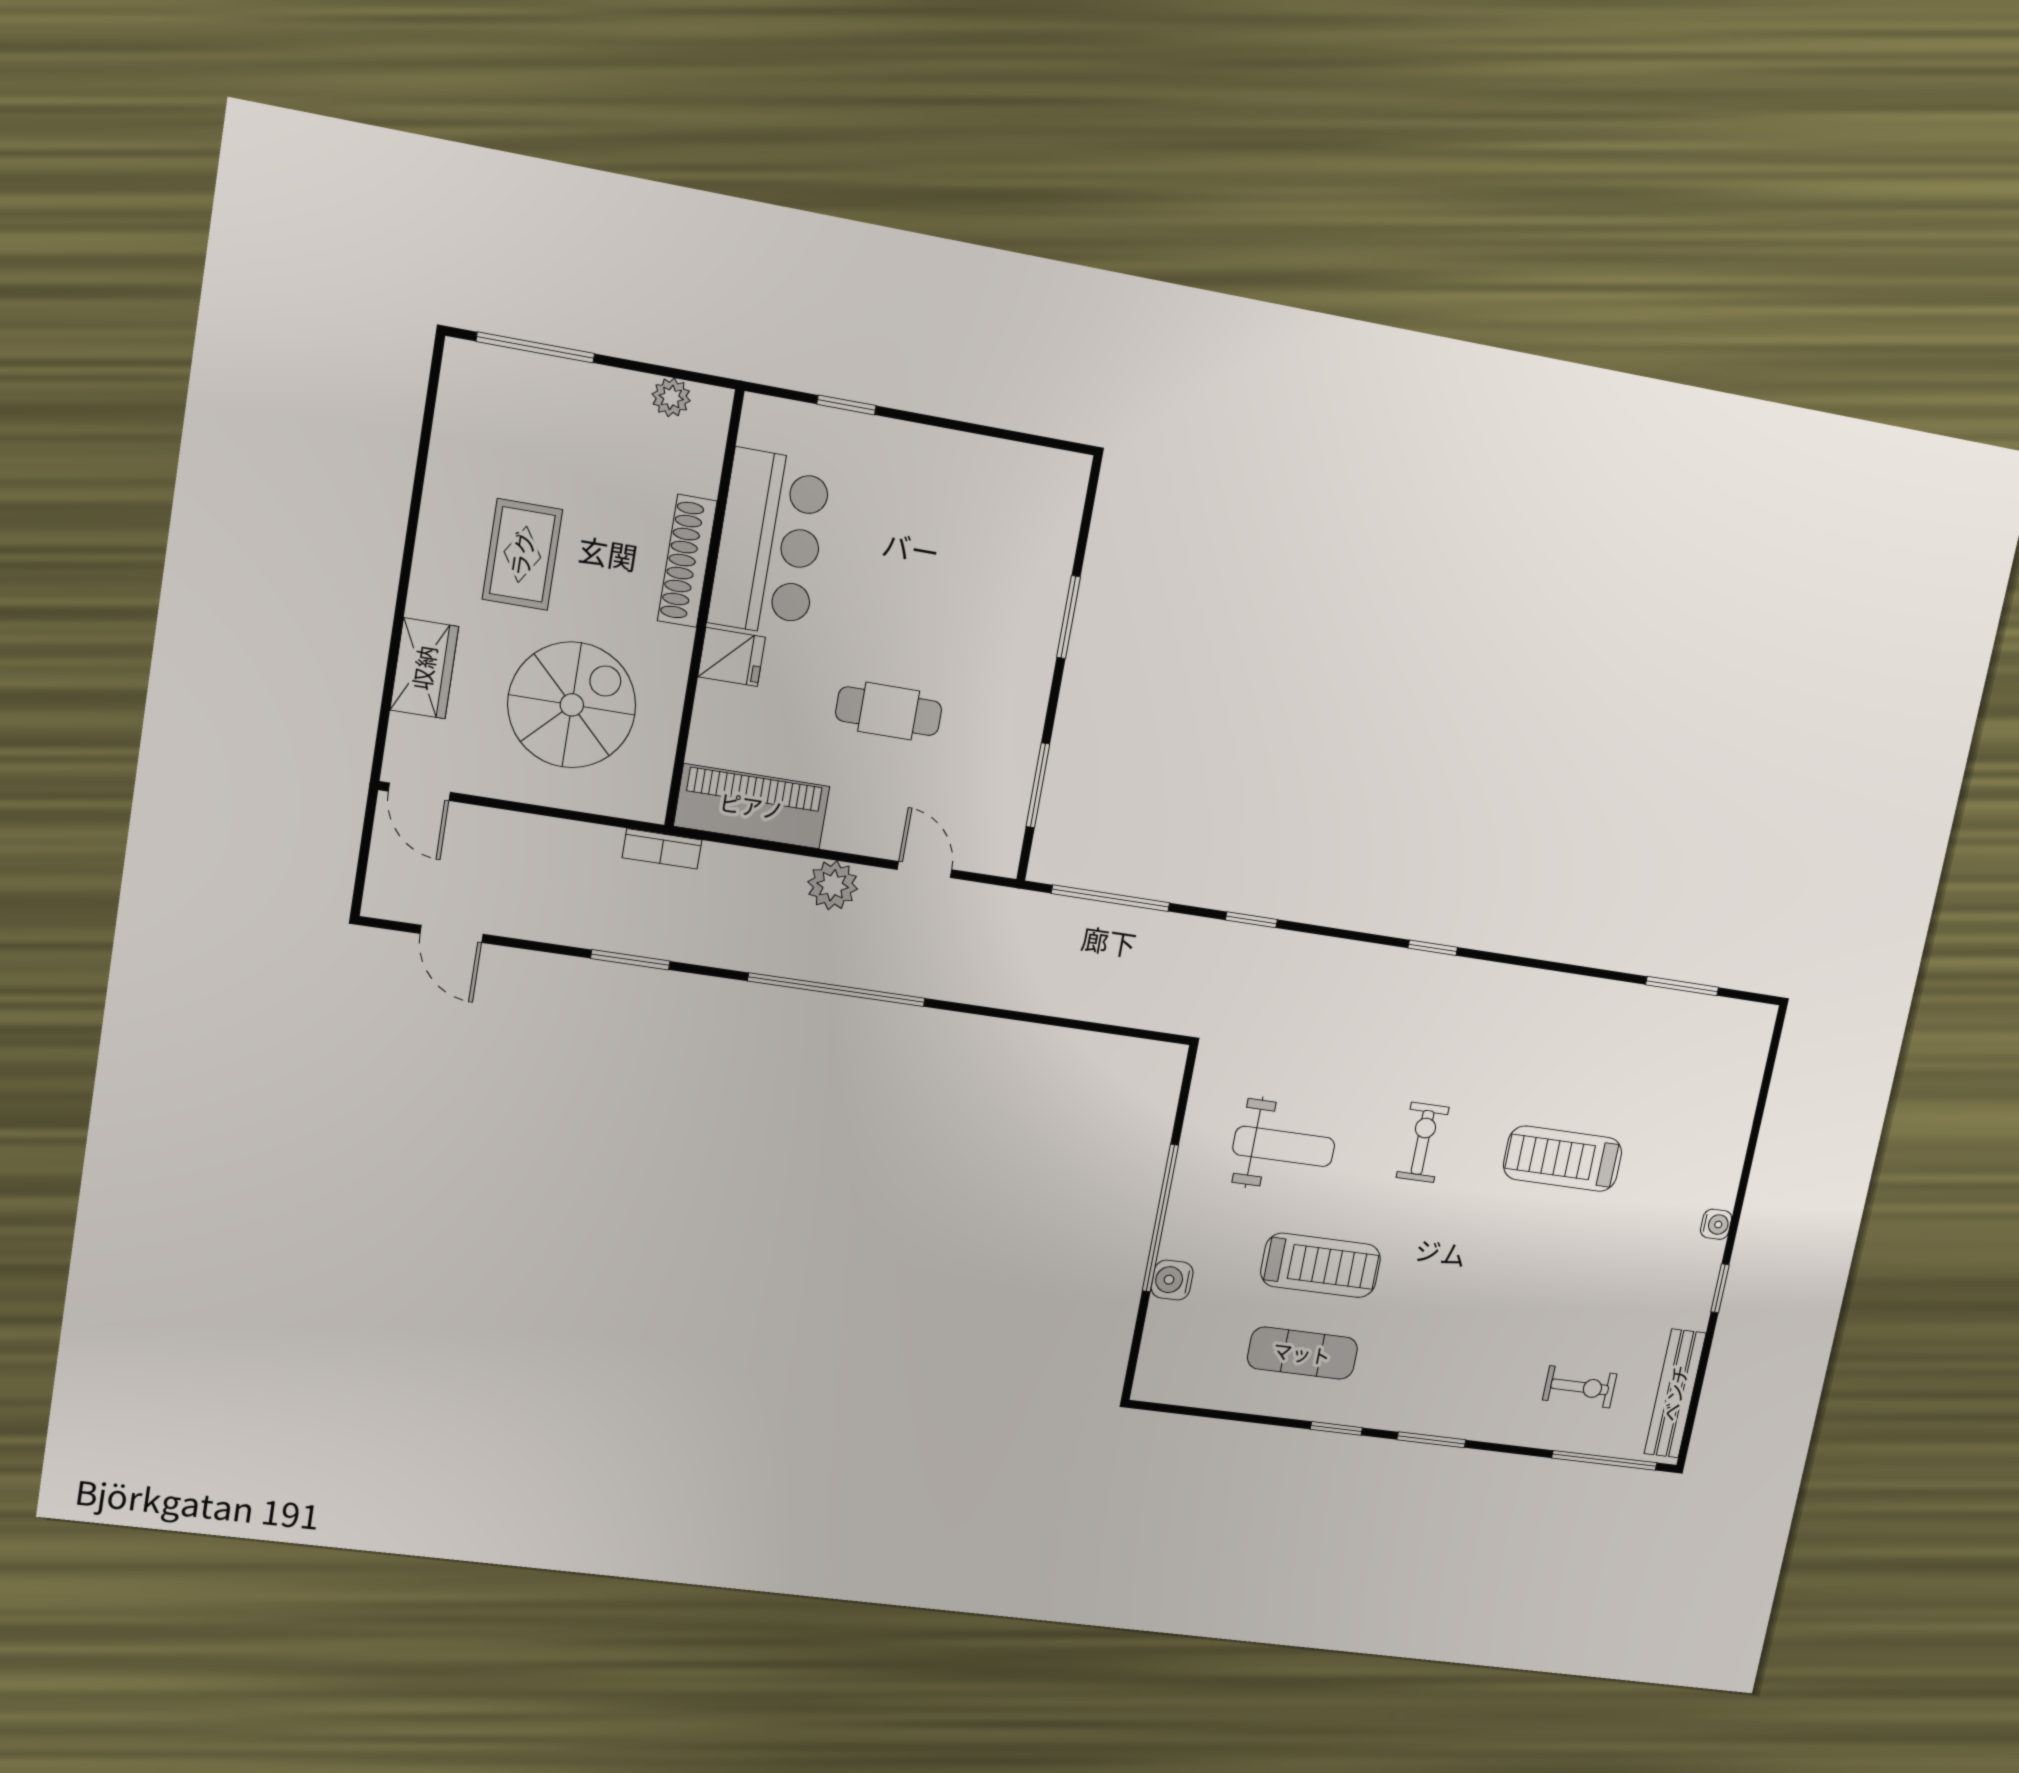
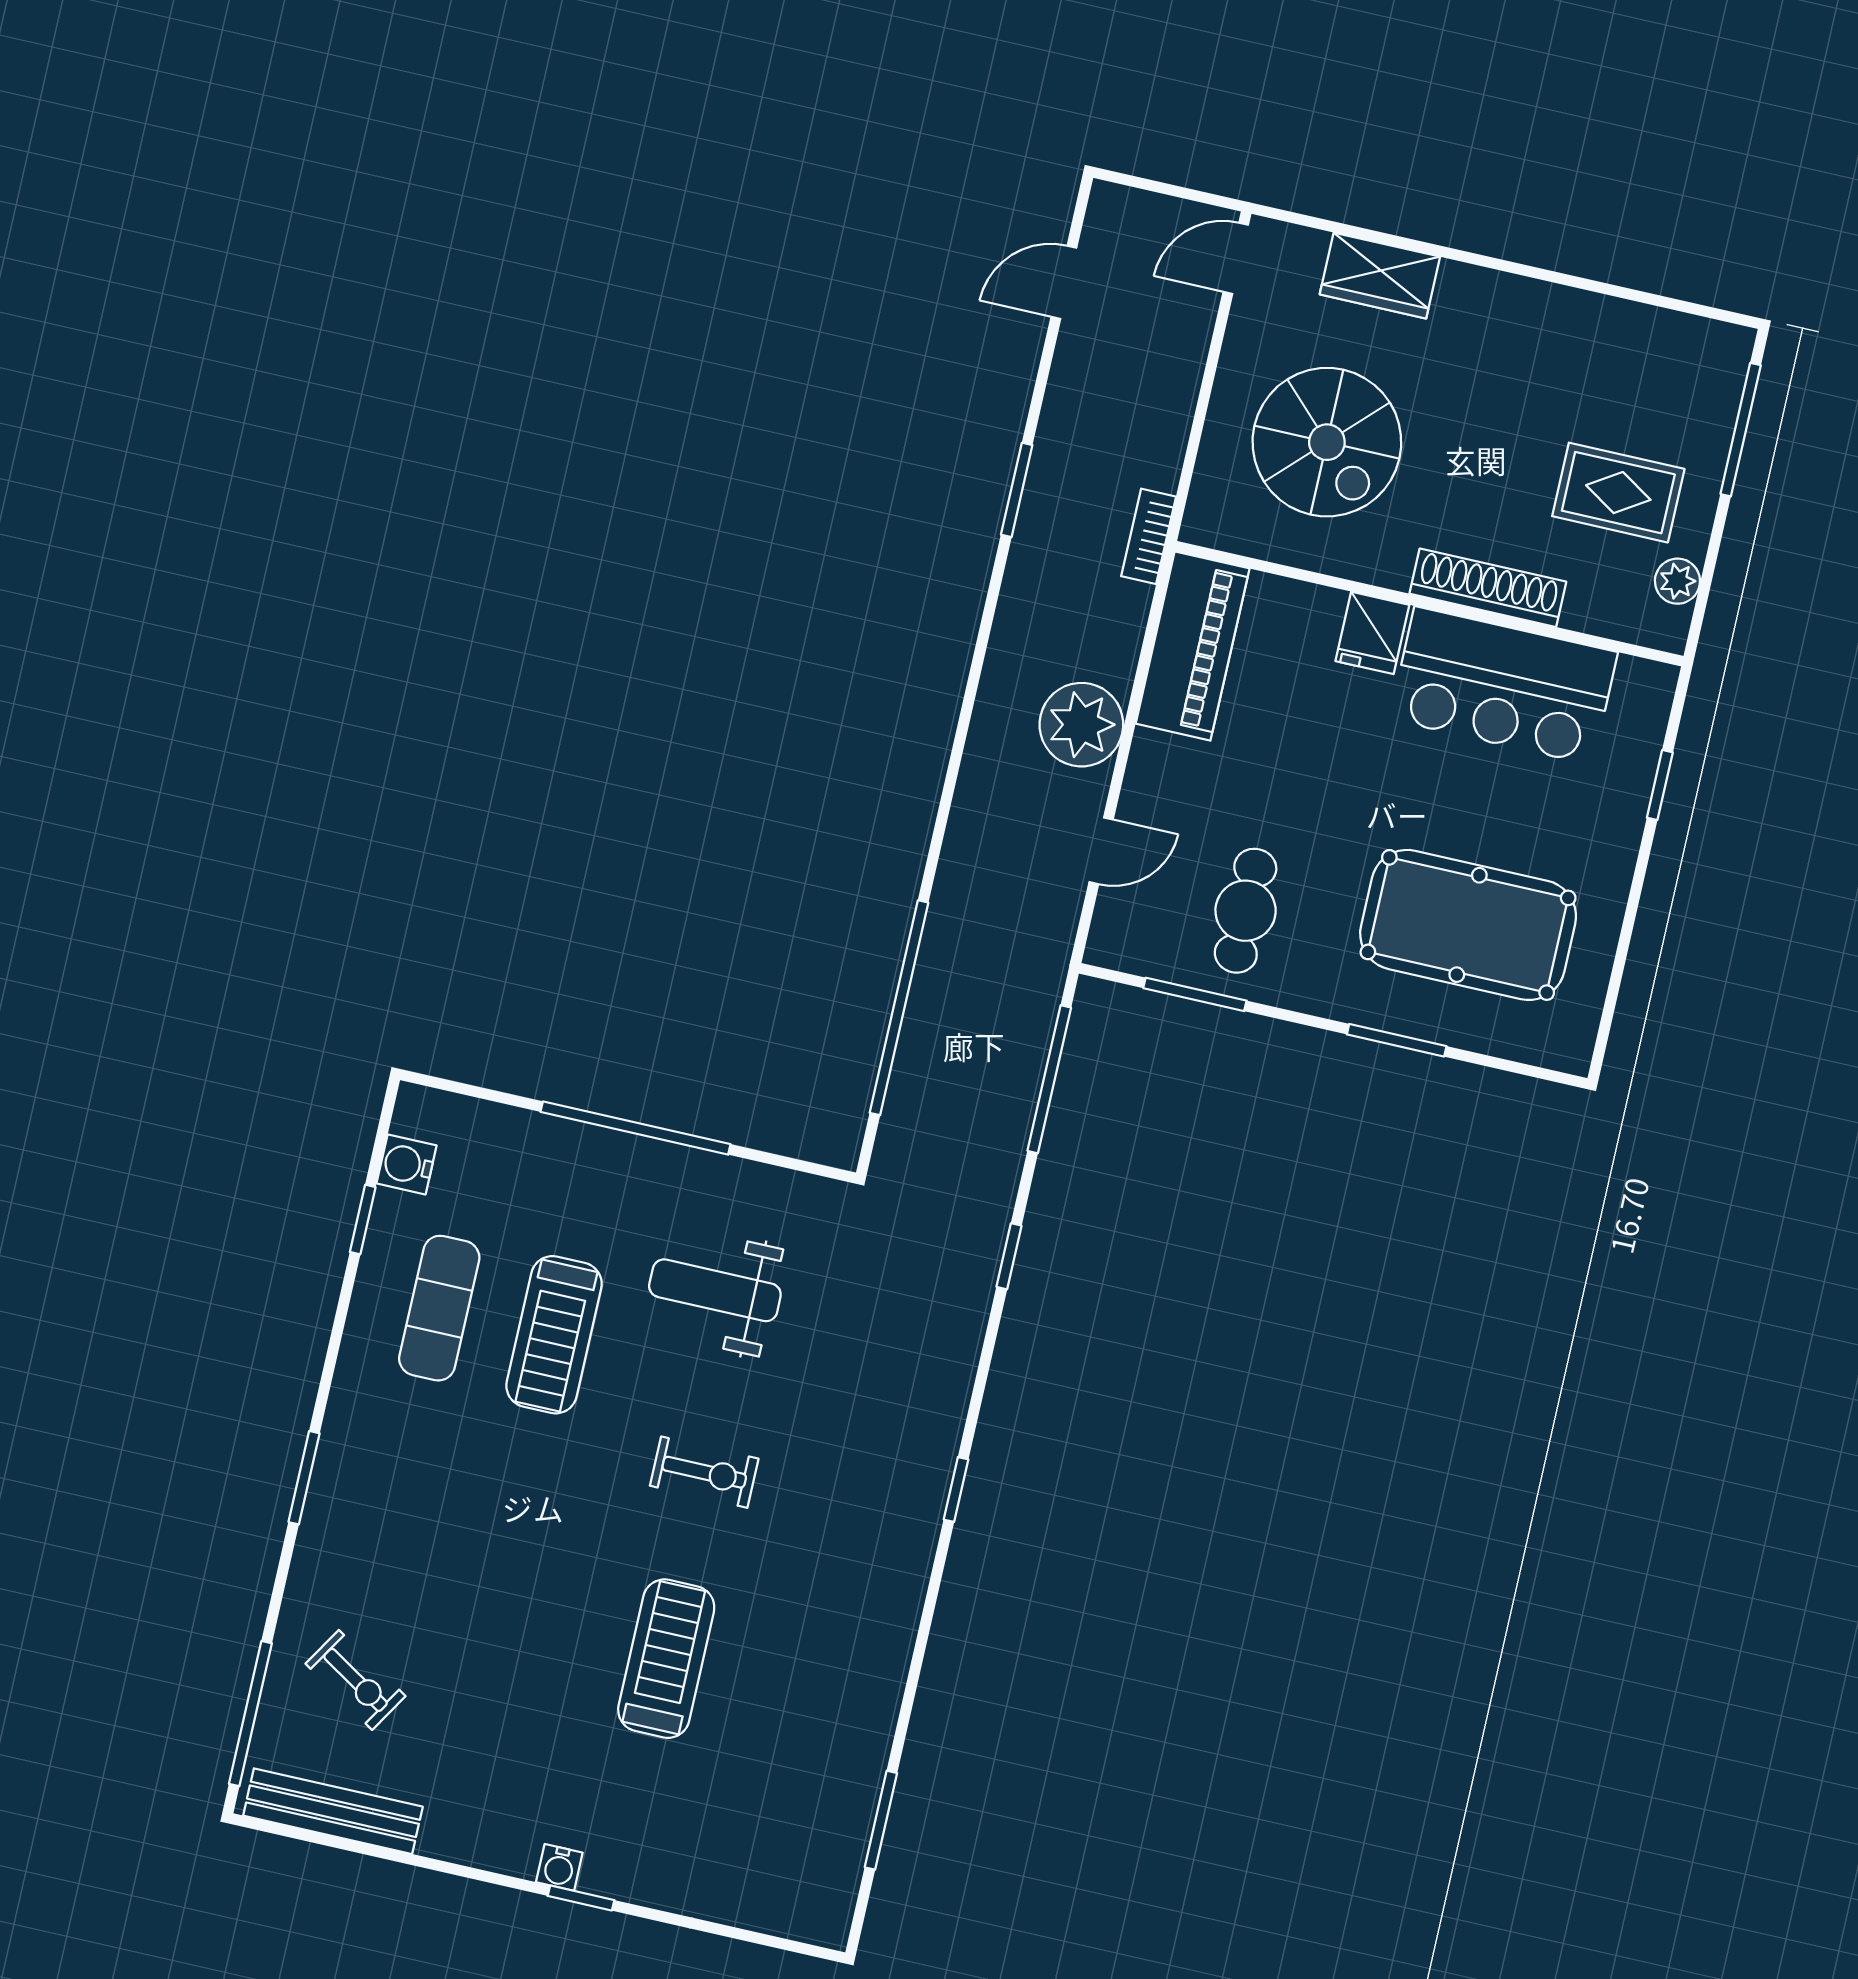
rug: (522, 554) -> (1618, 493), moved
pool table: (971, 563) -> (1468, 925), added
cafe table: (889, 711) -> (1246, 911), moved
plant: (833, 885) -> (1081, 725), width x1.36, depth x1.36
window: (837, 990) -> (899, 1008), moved
weight bench: (1284, 1146) -> (715, 1290), turned 90
water cooler: (1172, 1280) -> (407, 1164), moved, turned -90
window: (1720, 1288) -> (581, 1898), moved
exercise bike: (1580, 1387) -> (356, 1680), turned -58
window: (1336, 1428) -> (363, 1219), moved

